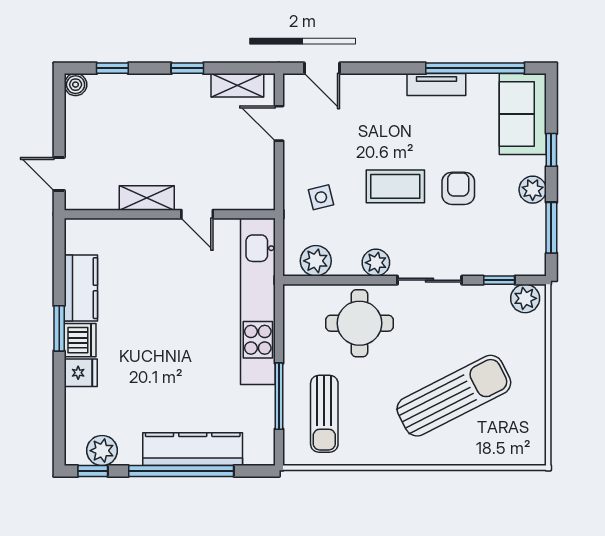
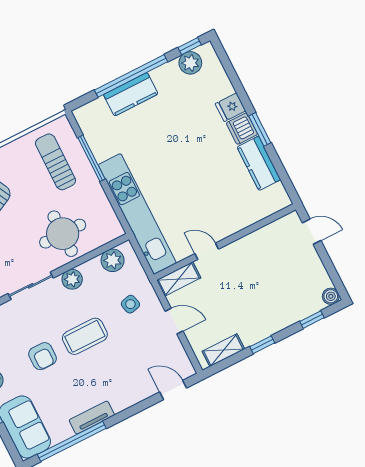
door: (279, 123) -> (174, 321), moved
shelving: (147, 198) -> (179, 279), moved
kitchen counter: (193, 449) -> (131, 94), width x0.67

